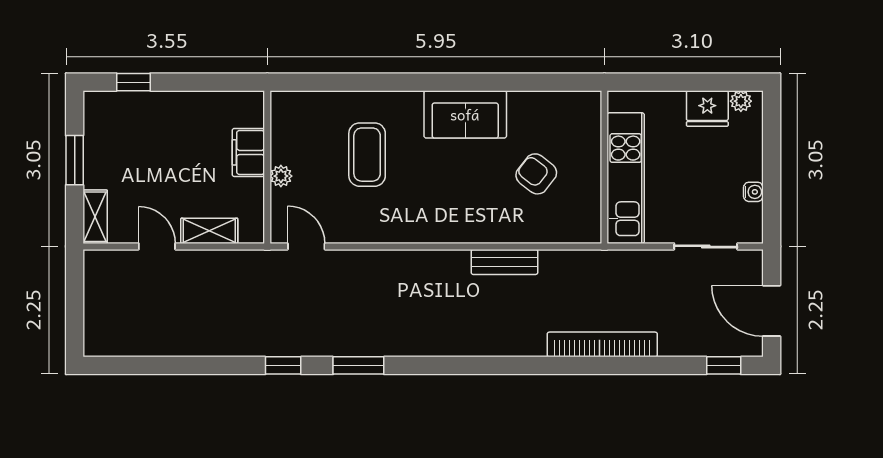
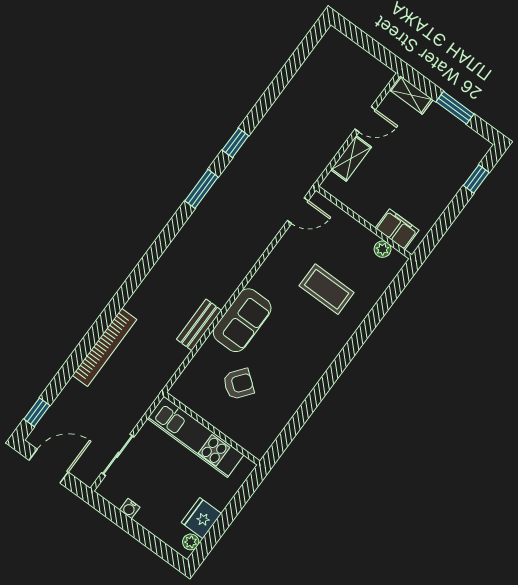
sofa: (465, 114) -> (242, 320), moved, turned 180
filing cabinet: (248, 152) -> (397, 229), moved
plant: (281, 176) -> (382, 249), moved

